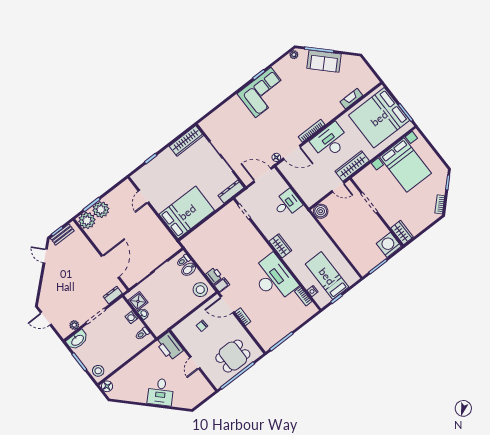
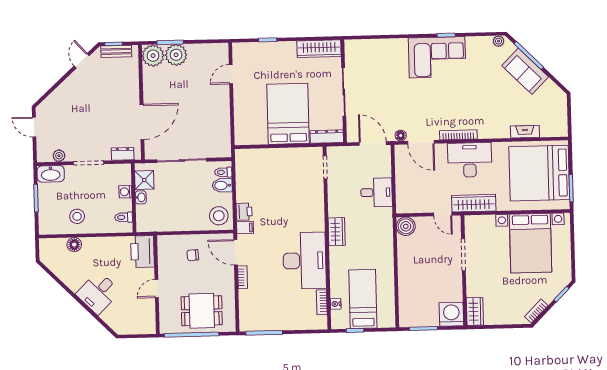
bed: (187, 212) -> (288, 114), moved, turned -90
stool: (98, 371) -> (77, 216), moved
floor lamp: (107, 386) -> (74, 245), moved

